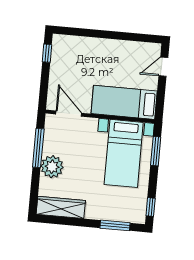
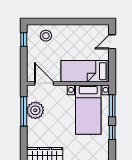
stool: (77, 51) -> (46, 36), added
plant: (52, 167) -> (35, 110), moved
window: (151, 207) -> (112, 132), moved

